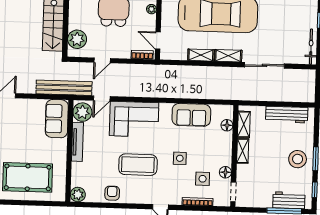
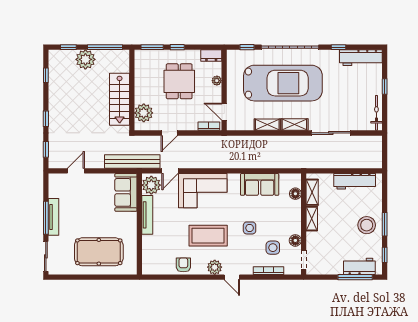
plant: (78, 195) -> (215, 267), moved

